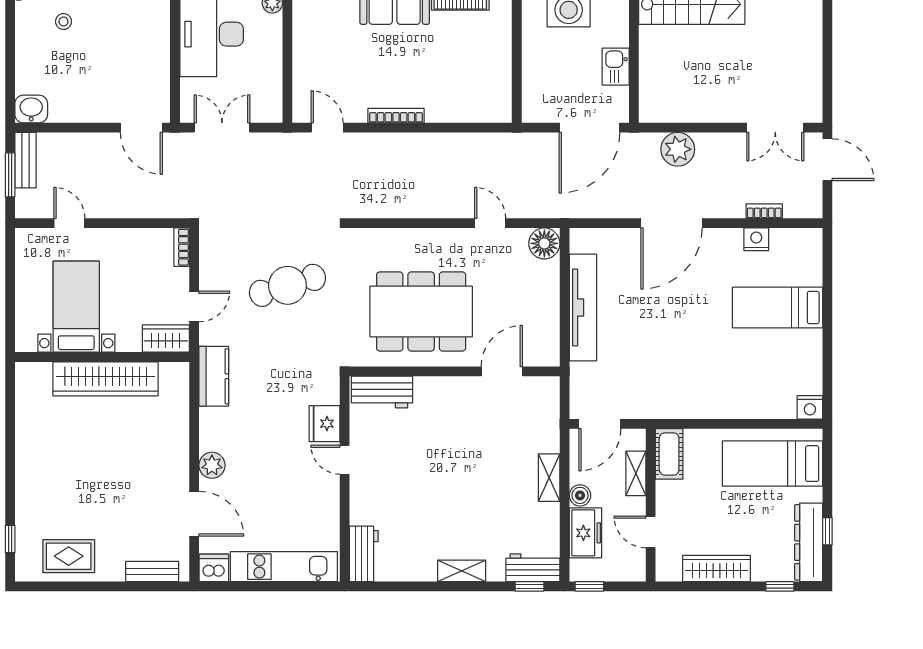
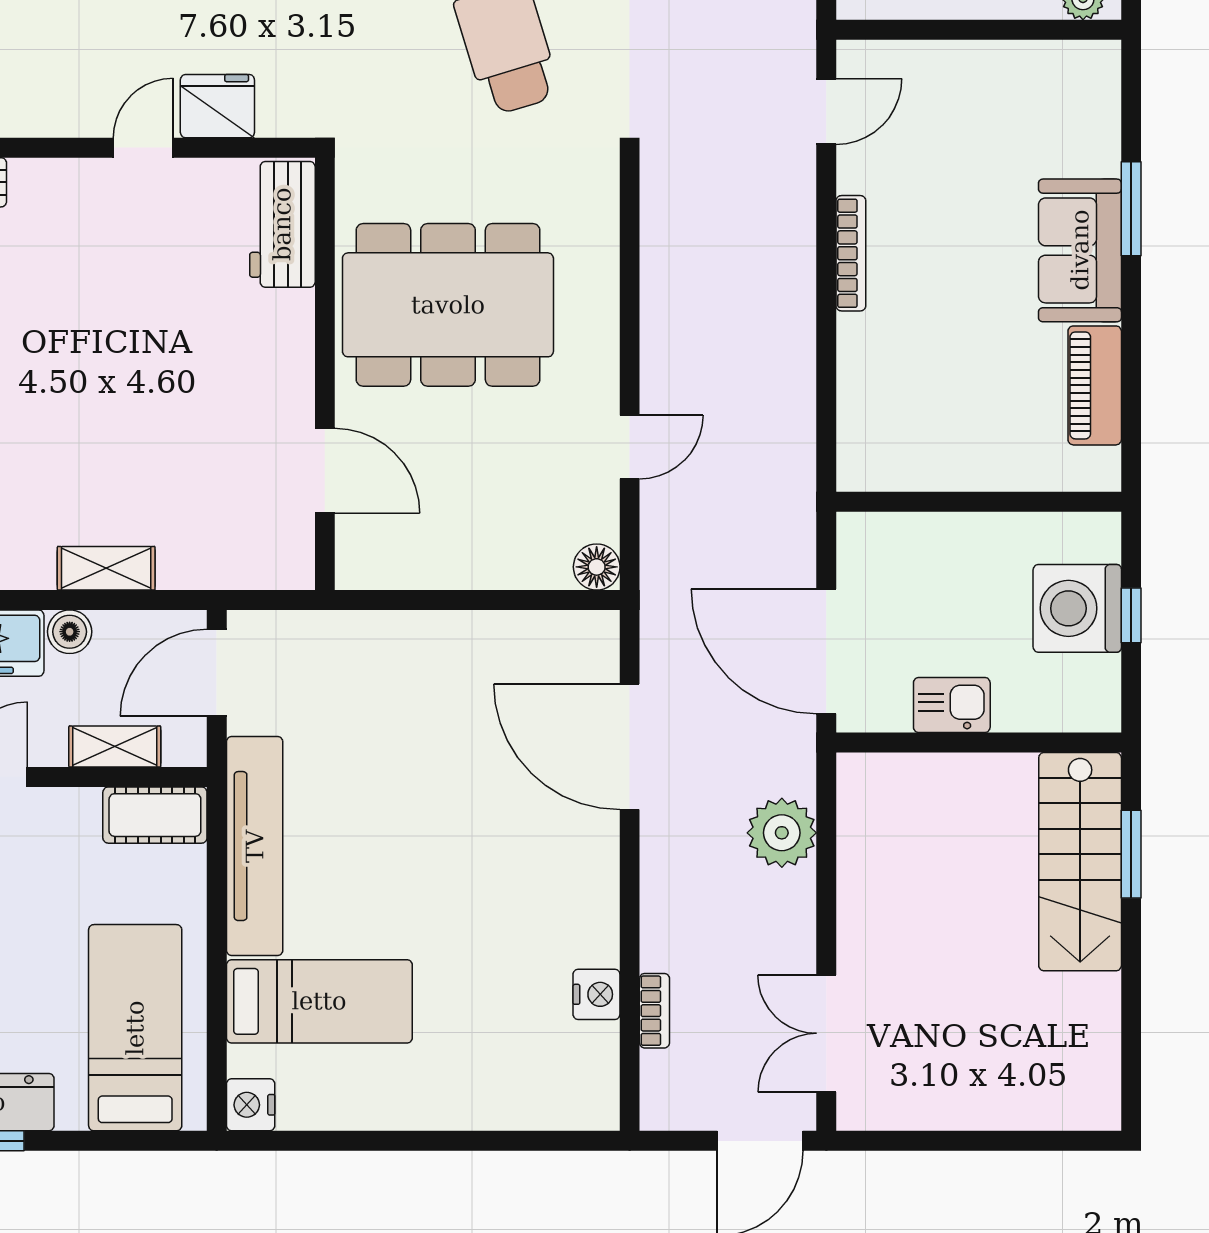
door: (672, 223) -> (630, 747), moved
floor lamp: (544, 243) -> (597, 567), width x0.73, depth x0.73
tv unit: (583, 307) -> (255, 846), moved, turned -90
bed: (778, 307) -> (319, 1001), moved, turned 90
dining table: (421, 311) -> (448, 305), turned 90
door: (600, 424) -> (217, 673), hinge flipped

